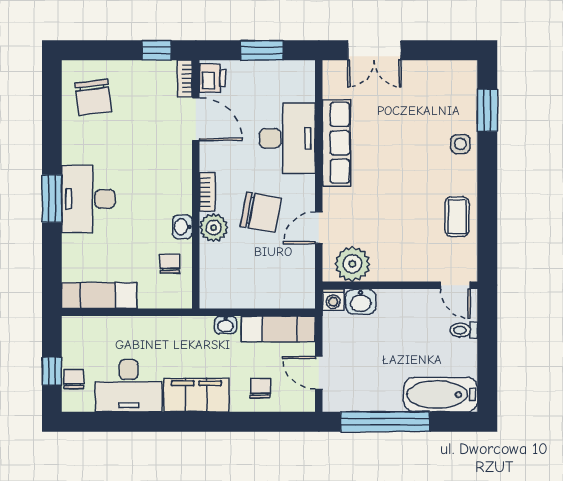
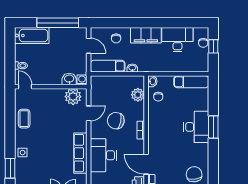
washbasin: (182, 227) -> (152, 81), moved
plant: (214, 228) -> (138, 95), moved

